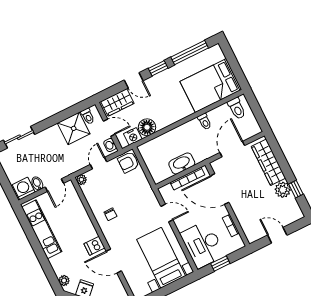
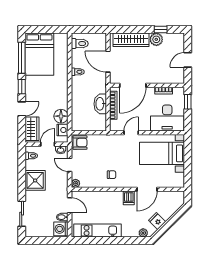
bed: (211, 86) -> (39, 54), moved
shower: (74, 128) -> (35, 180), moved
armchair: (128, 162) -> (80, 143), turned -90
window: (220, 263) -> (188, 102), moved

